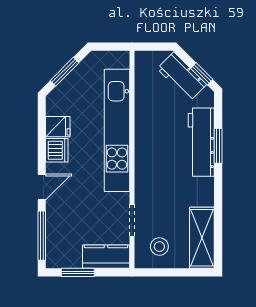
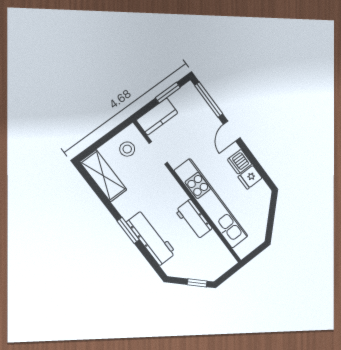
window: (65, 72) -> (271, 215), removed
window: (202, 74) -> (197, 283), moved
workbench: (182, 77) -> (194, 220), moved, turned -135
window: (218, 146) -> (128, 230), moved

